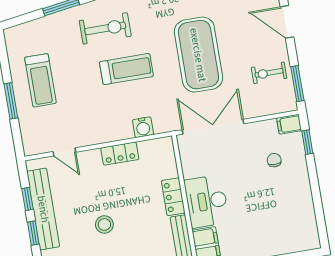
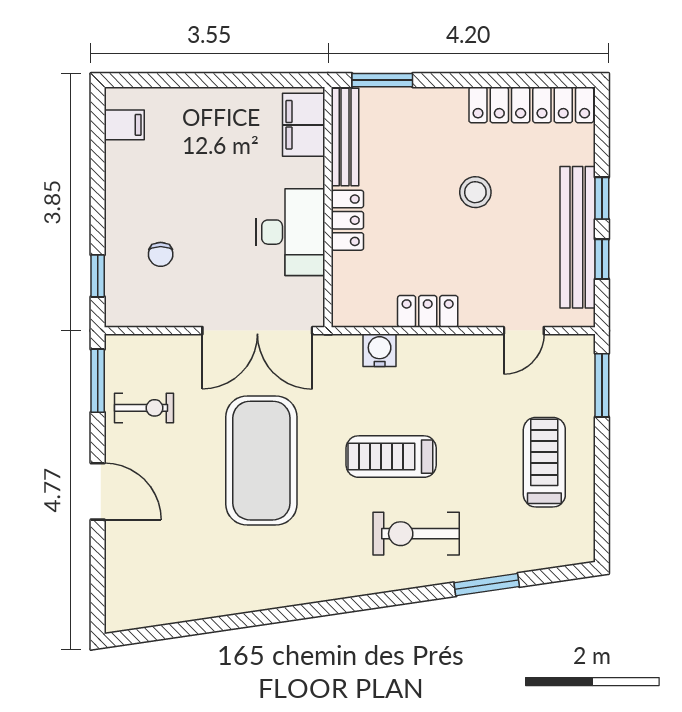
window: (11, 101) -> (602, 385), moved
filing cabinet: (289, 124) -> (124, 125), moved
door: (64, 152) -> (524, 331), swing flipped
desk: (207, 201) -> (290, 232), moved

